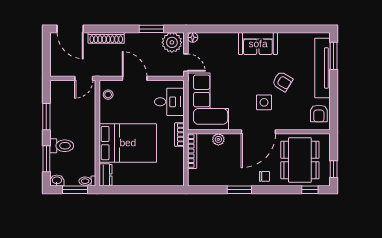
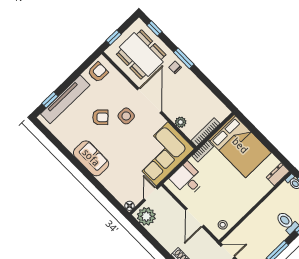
window: (151, 29) -> (151, 239), removed
window: (334, 56) -> (50, 100), width x0.67
armchair: (282, 81) -> (100, 117), turned 104
door: (258, 132) -> (149, 101), hinge flipped
bed: (128, 143) -> (240, 146), moved, turned 180
dining table: (300, 160) -> (141, 55), turned 90
window: (334, 169) -> (114, 37), moved
window: (239, 190) -> (184, 58), moved

